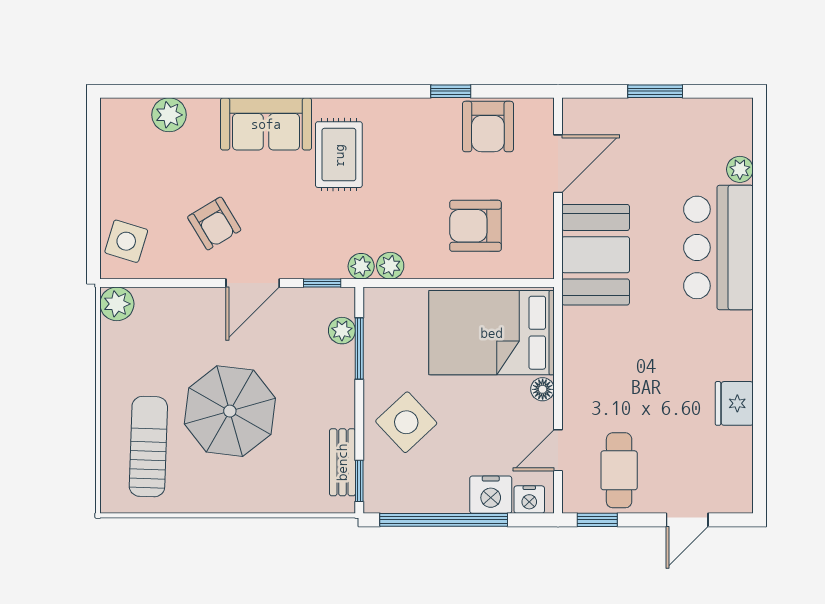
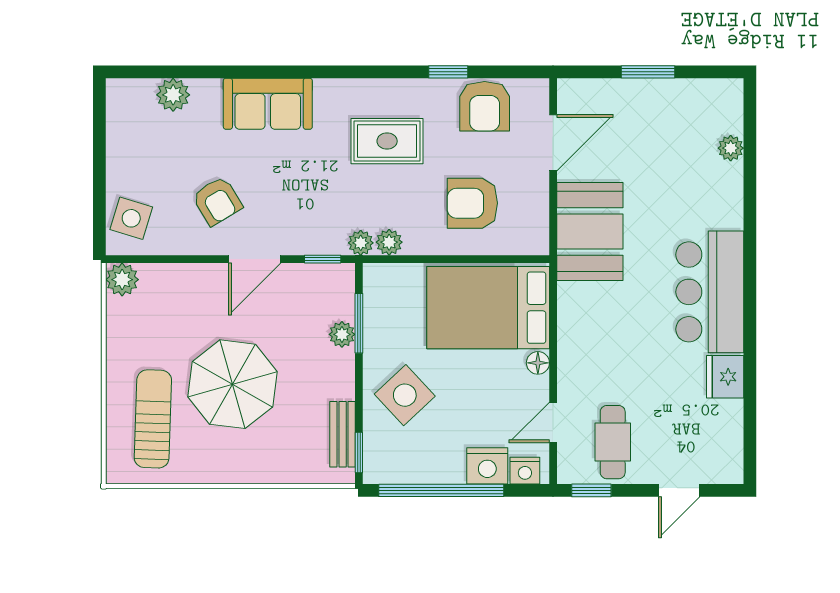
rug: (339, 155) -> (387, 141), moved, turned 90
bar counter: (718, 247) -> (710, 292), moved
plant: (342, 331) -> (342, 334), moved

